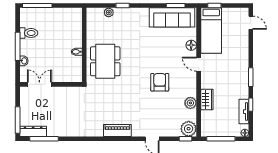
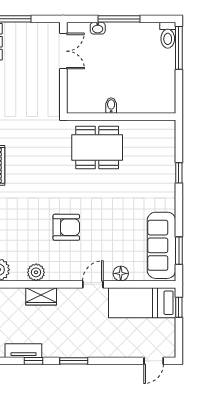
plant: (109, 12) -> (169, 153), removed
toilet: (29, 33) -> (168, 35), moved

